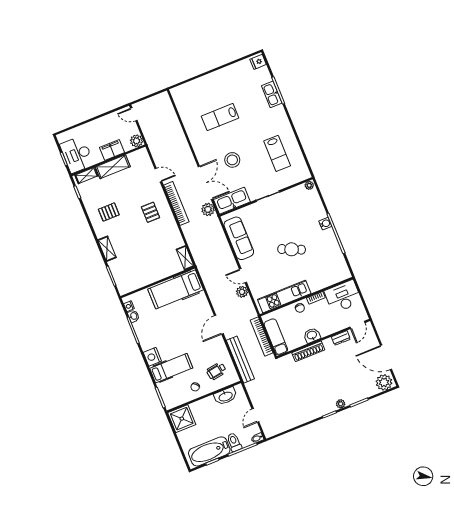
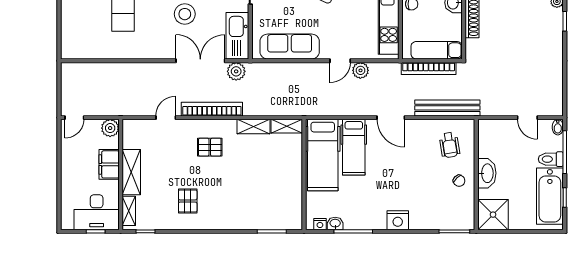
shelving: (107, 249) -> (253, 127), moved
hospital bed: (171, 368) -> (354, 147), moved, turned 180
washbasin: (226, 396) -> (487, 173), moved

